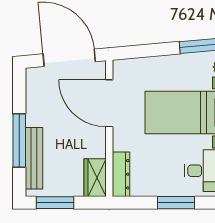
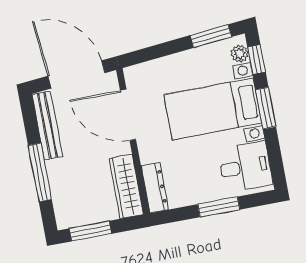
bench: (34, 158) -> (47, 125), moved
wardrobe: (95, 178) -> (126, 186), width x1.50

